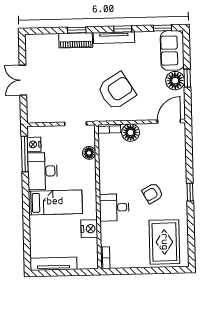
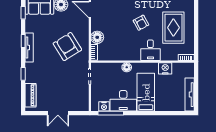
piano: (76, 40) -> (31, 95), moved
floor lamp: (89, 153) -> (127, 67), moved
rug: (164, 242) -> (173, 28), moved, turned 90

